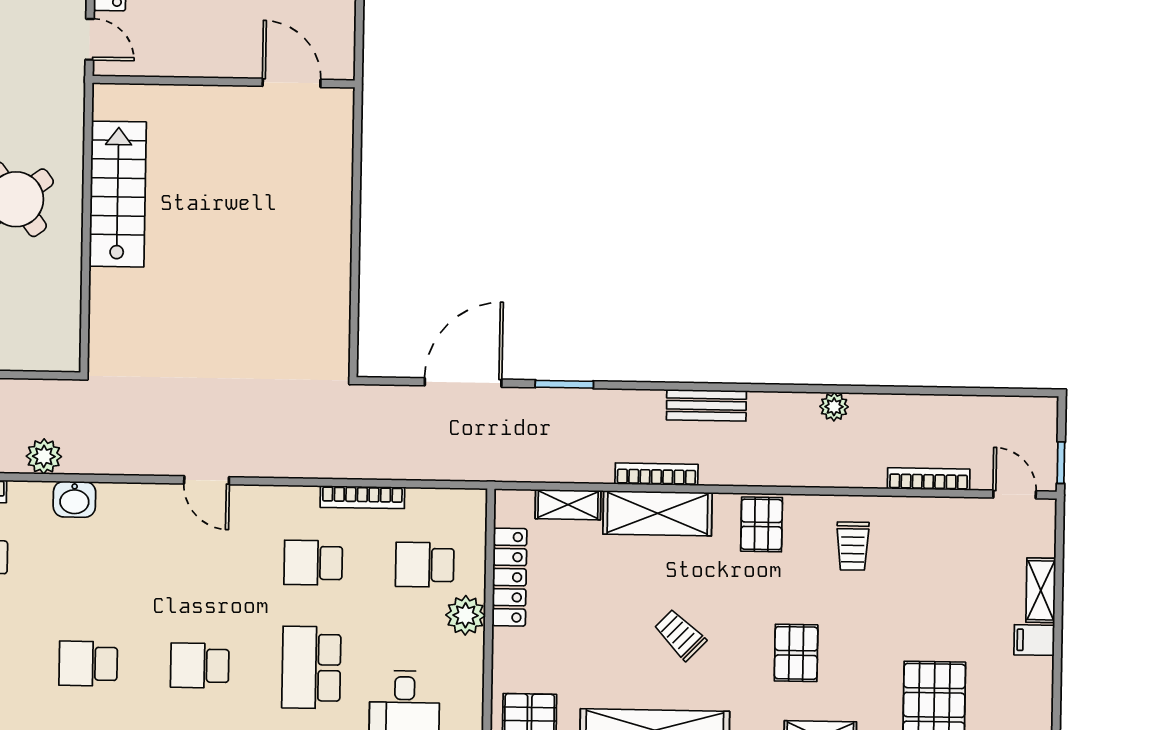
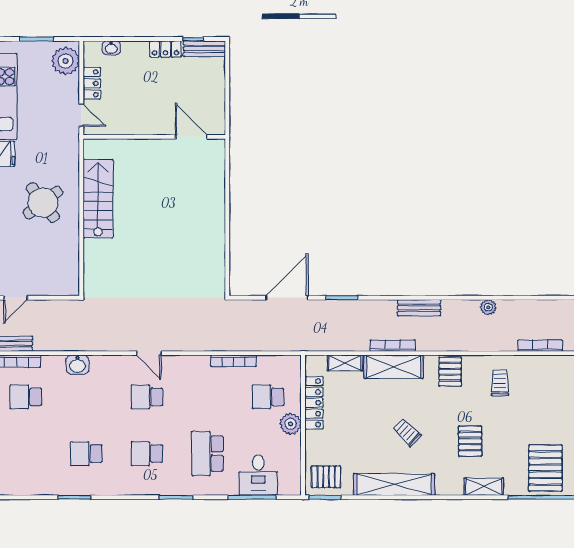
plant: (44, 456) -> (60, 342), removed
trolley: (853, 546) -> (500, 383), turned 180
school desk: (313, 563) -> (147, 397), moved

